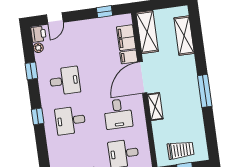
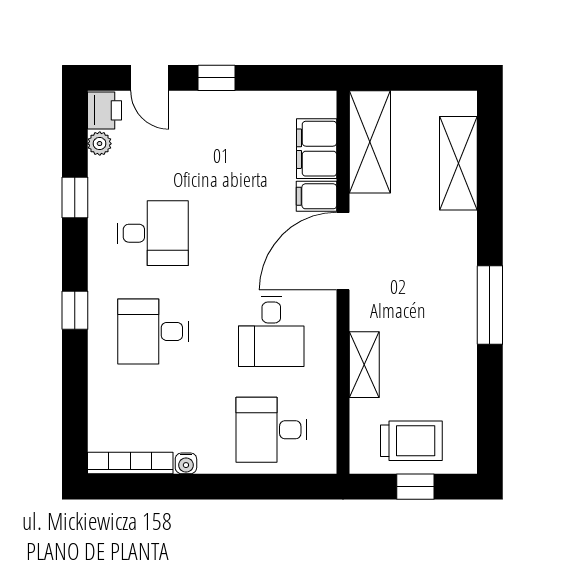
window: (104, 12) -> (217, 78), moved
door: (55, 19) -> (150, 78), hinge flipped
shelving: (155, 107) -> (364, 365), moved

